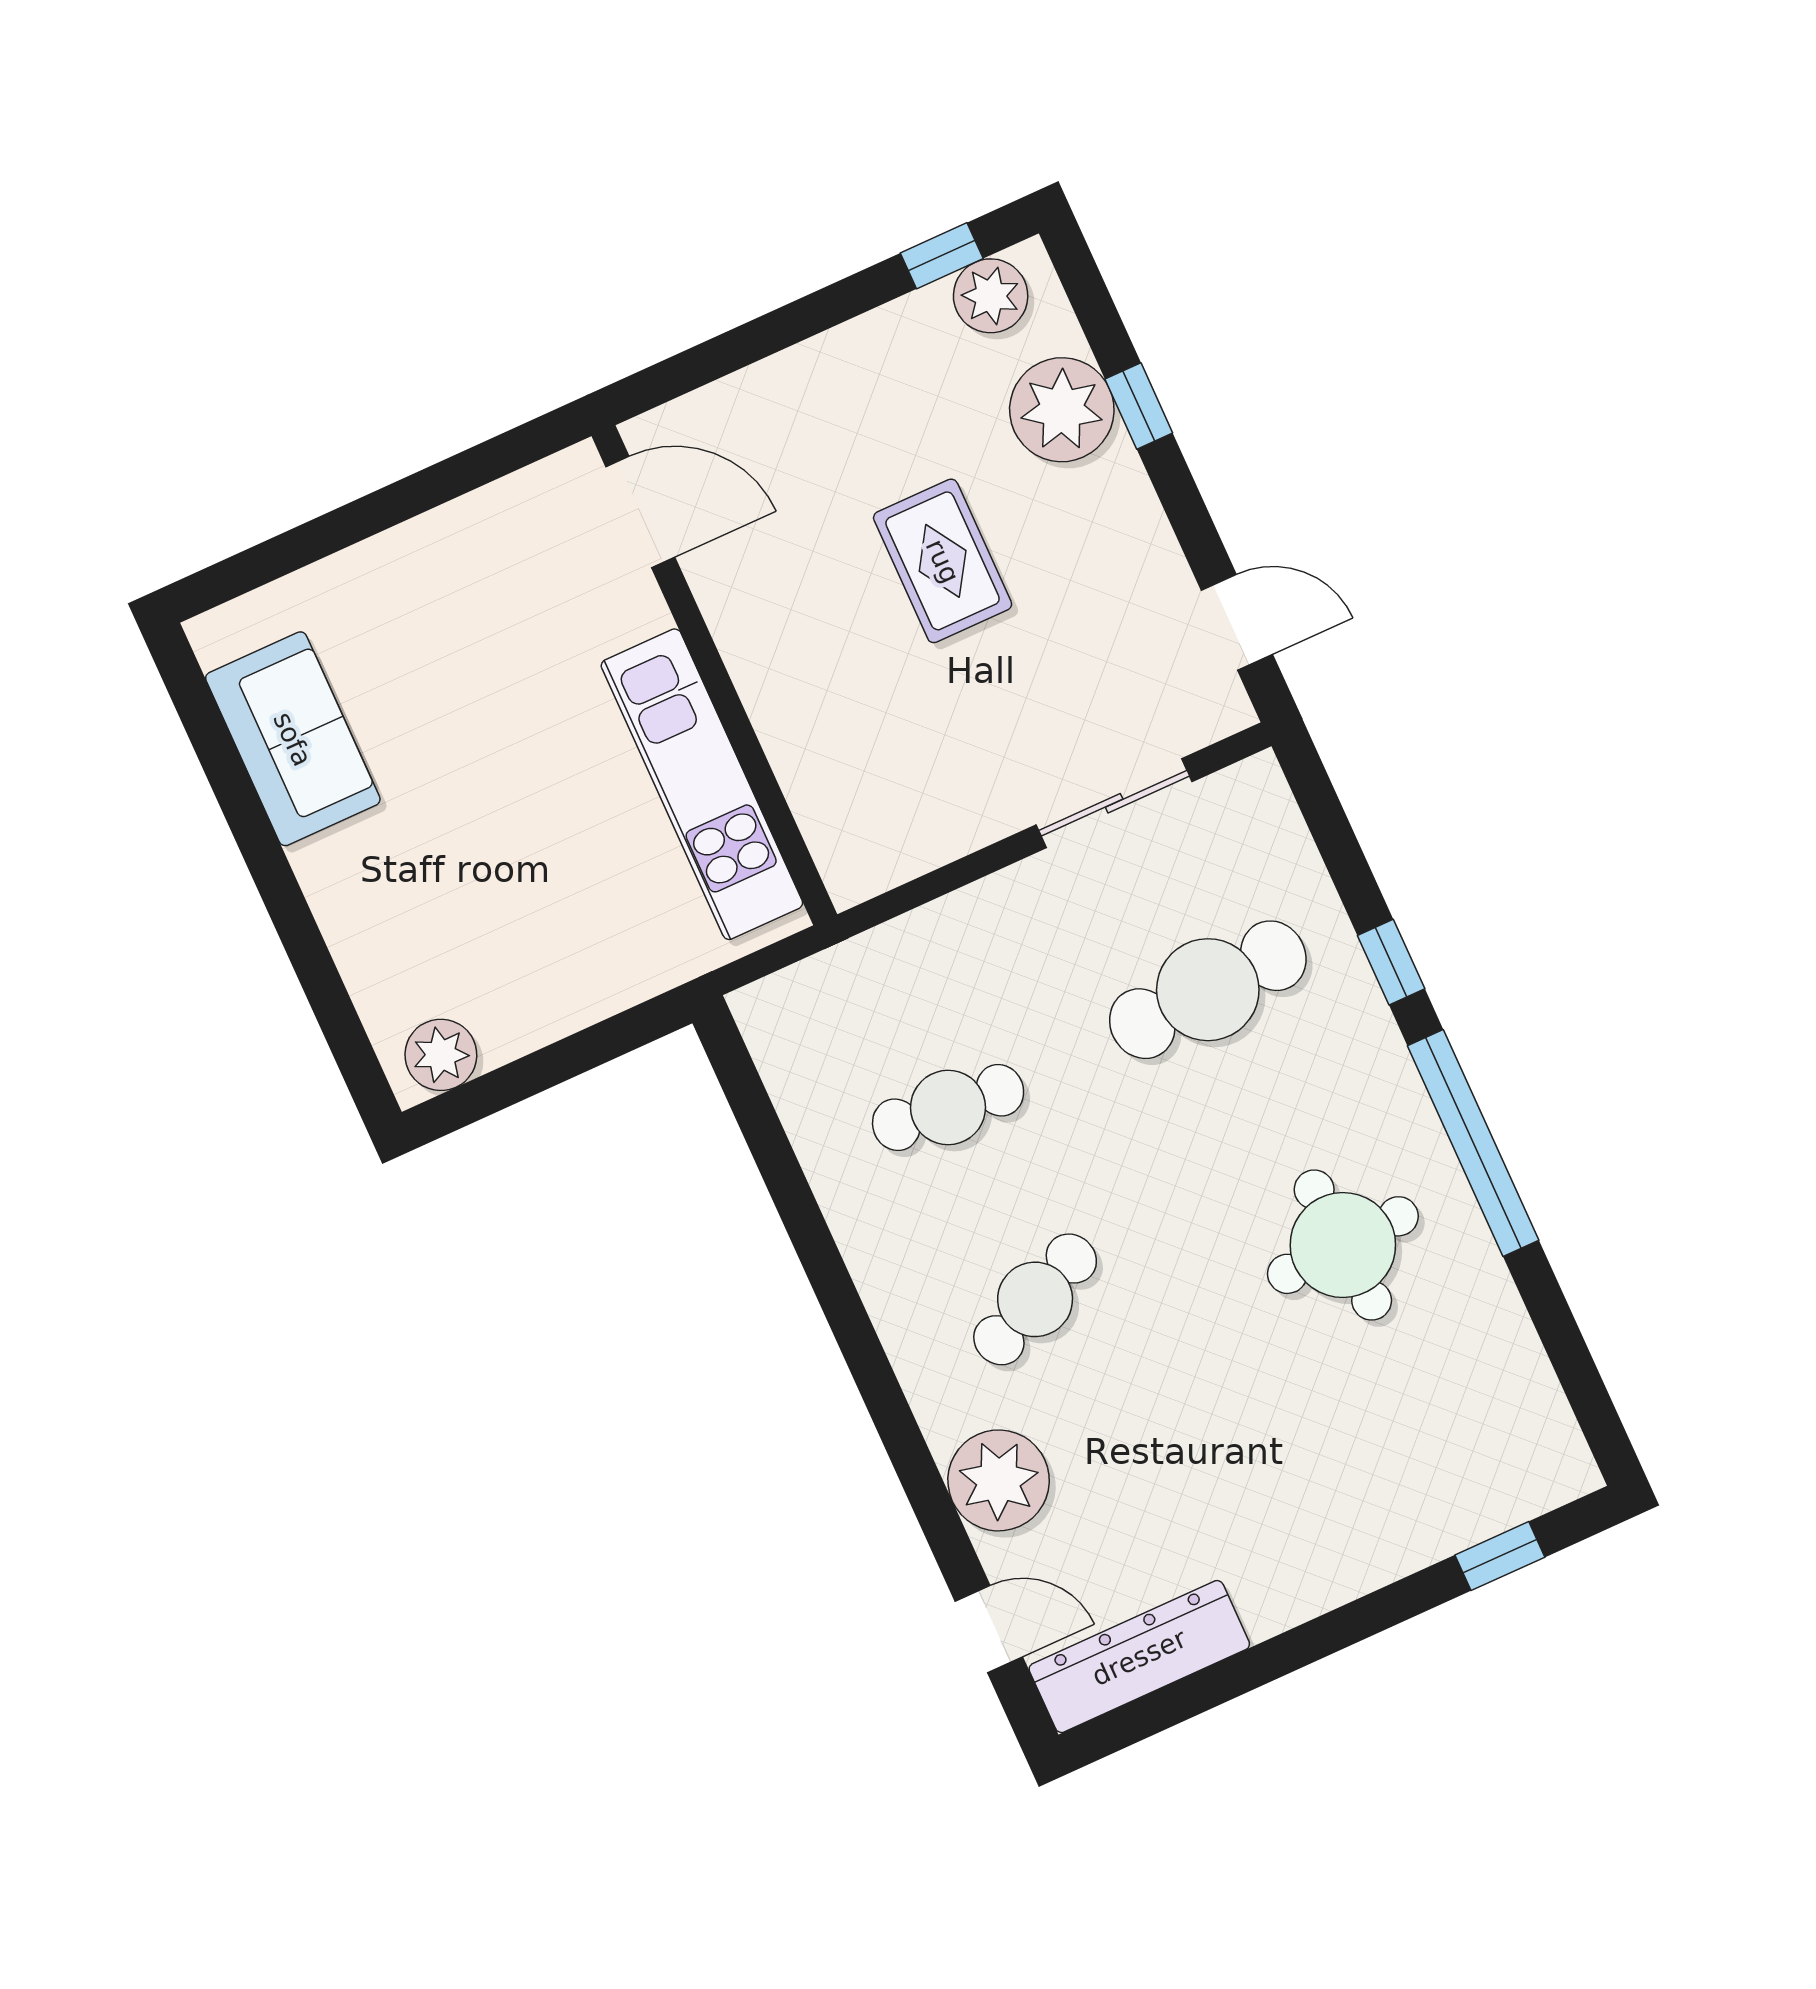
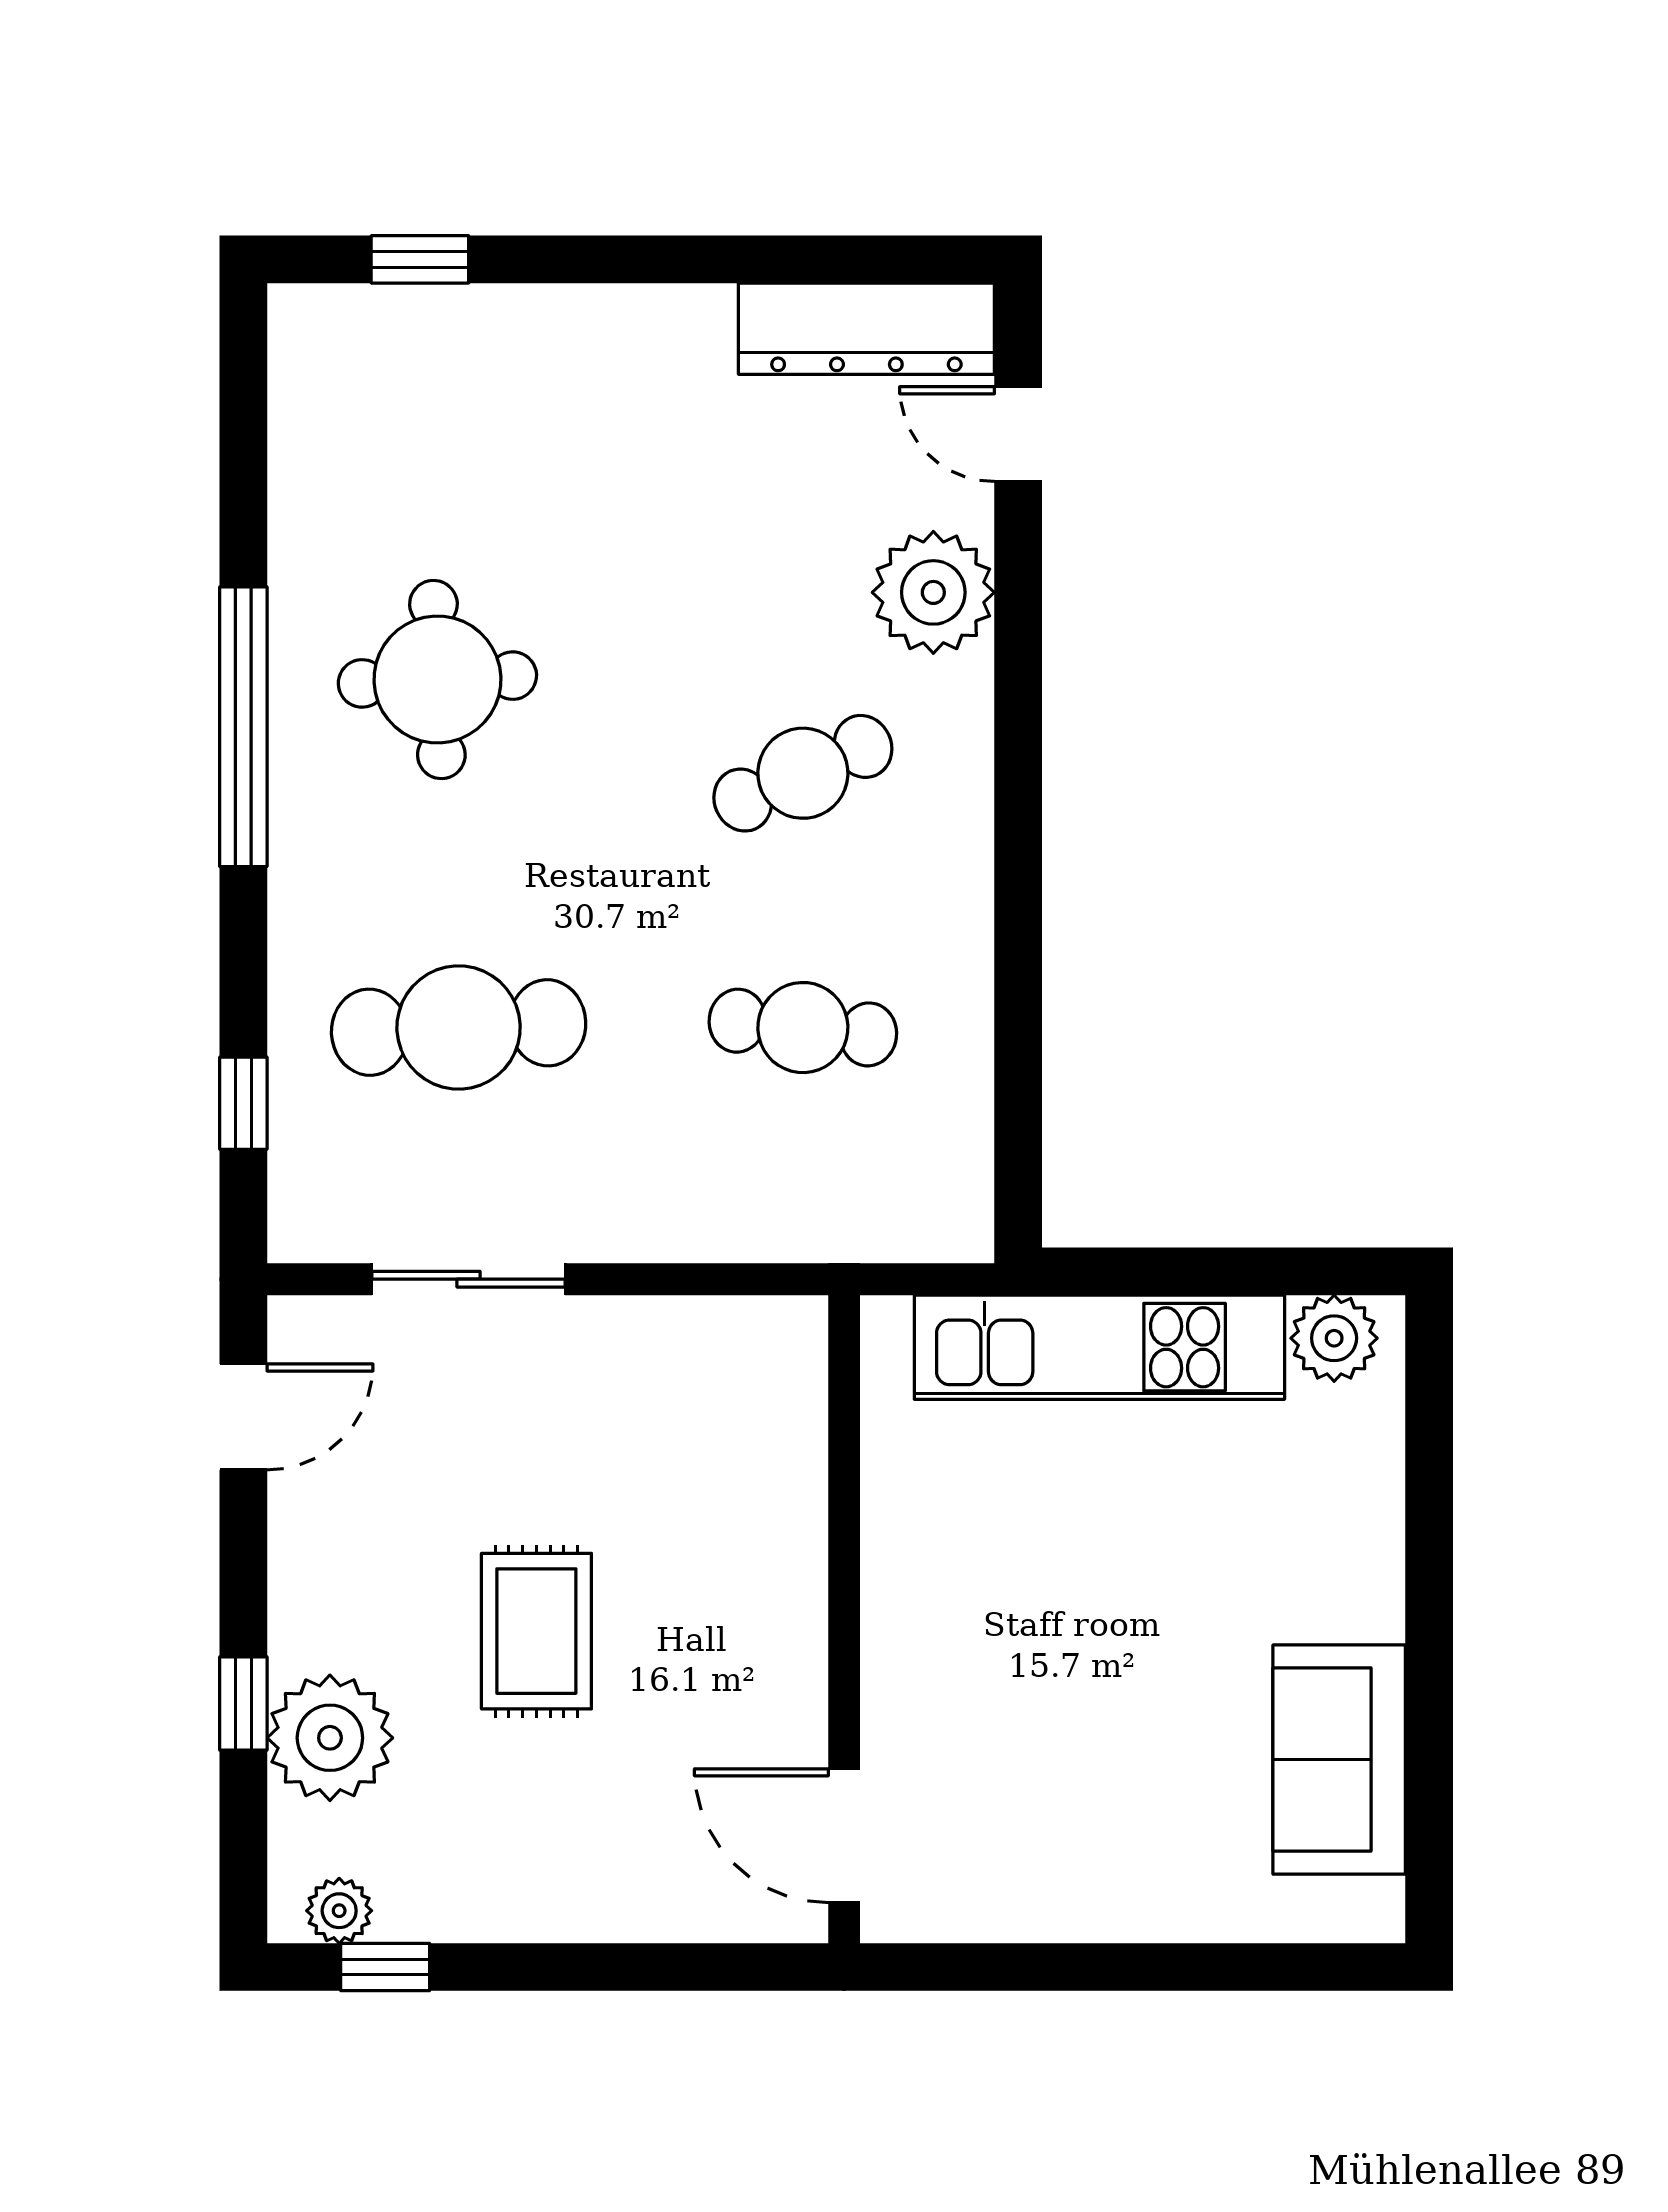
plant: (991, 296) -> (339, 1911), width x0.73, depth x0.73
door: (1237, 622) -> (243, 1417), swing flipped
kitchen unit: (702, 784) -> (1099, 1347), moved, turned 90
window: (1391, 962) -> (243, 1103), moved

